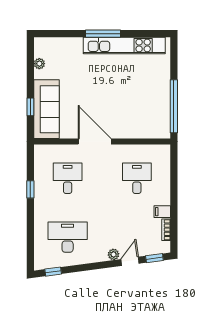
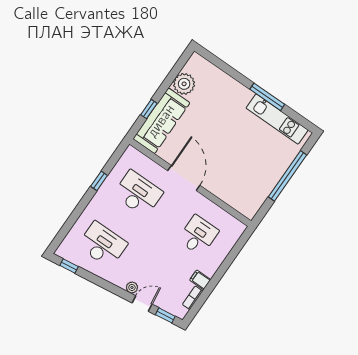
window: (103, 34) -> (267, 97), moved
kitchen unit: (124, 46) -> (277, 119), width x0.73
plant: (39, 64) -> (184, 84), width x1.88, depth x1.88
window: (174, 106) -> (287, 176), moved
desk: (68, 178) -> (138, 194), width x1.37

